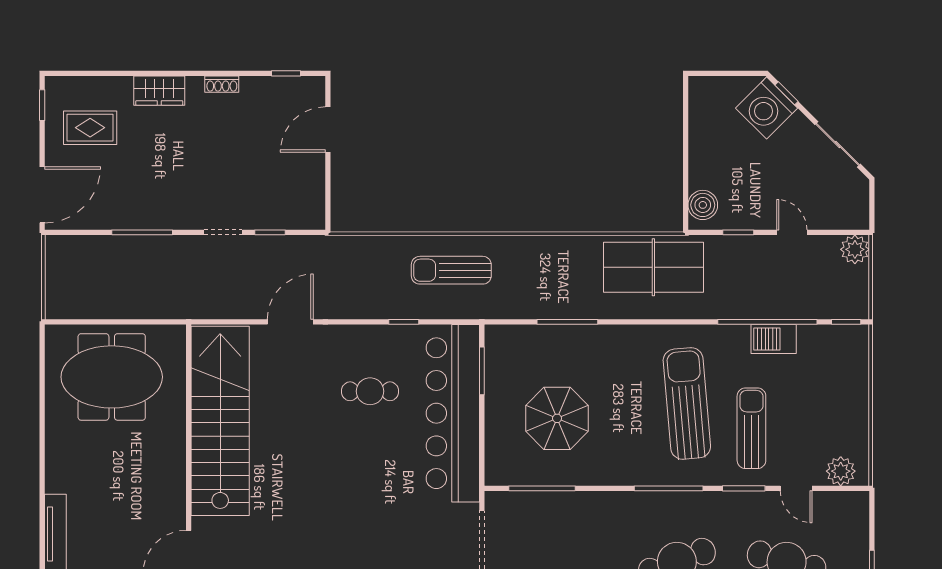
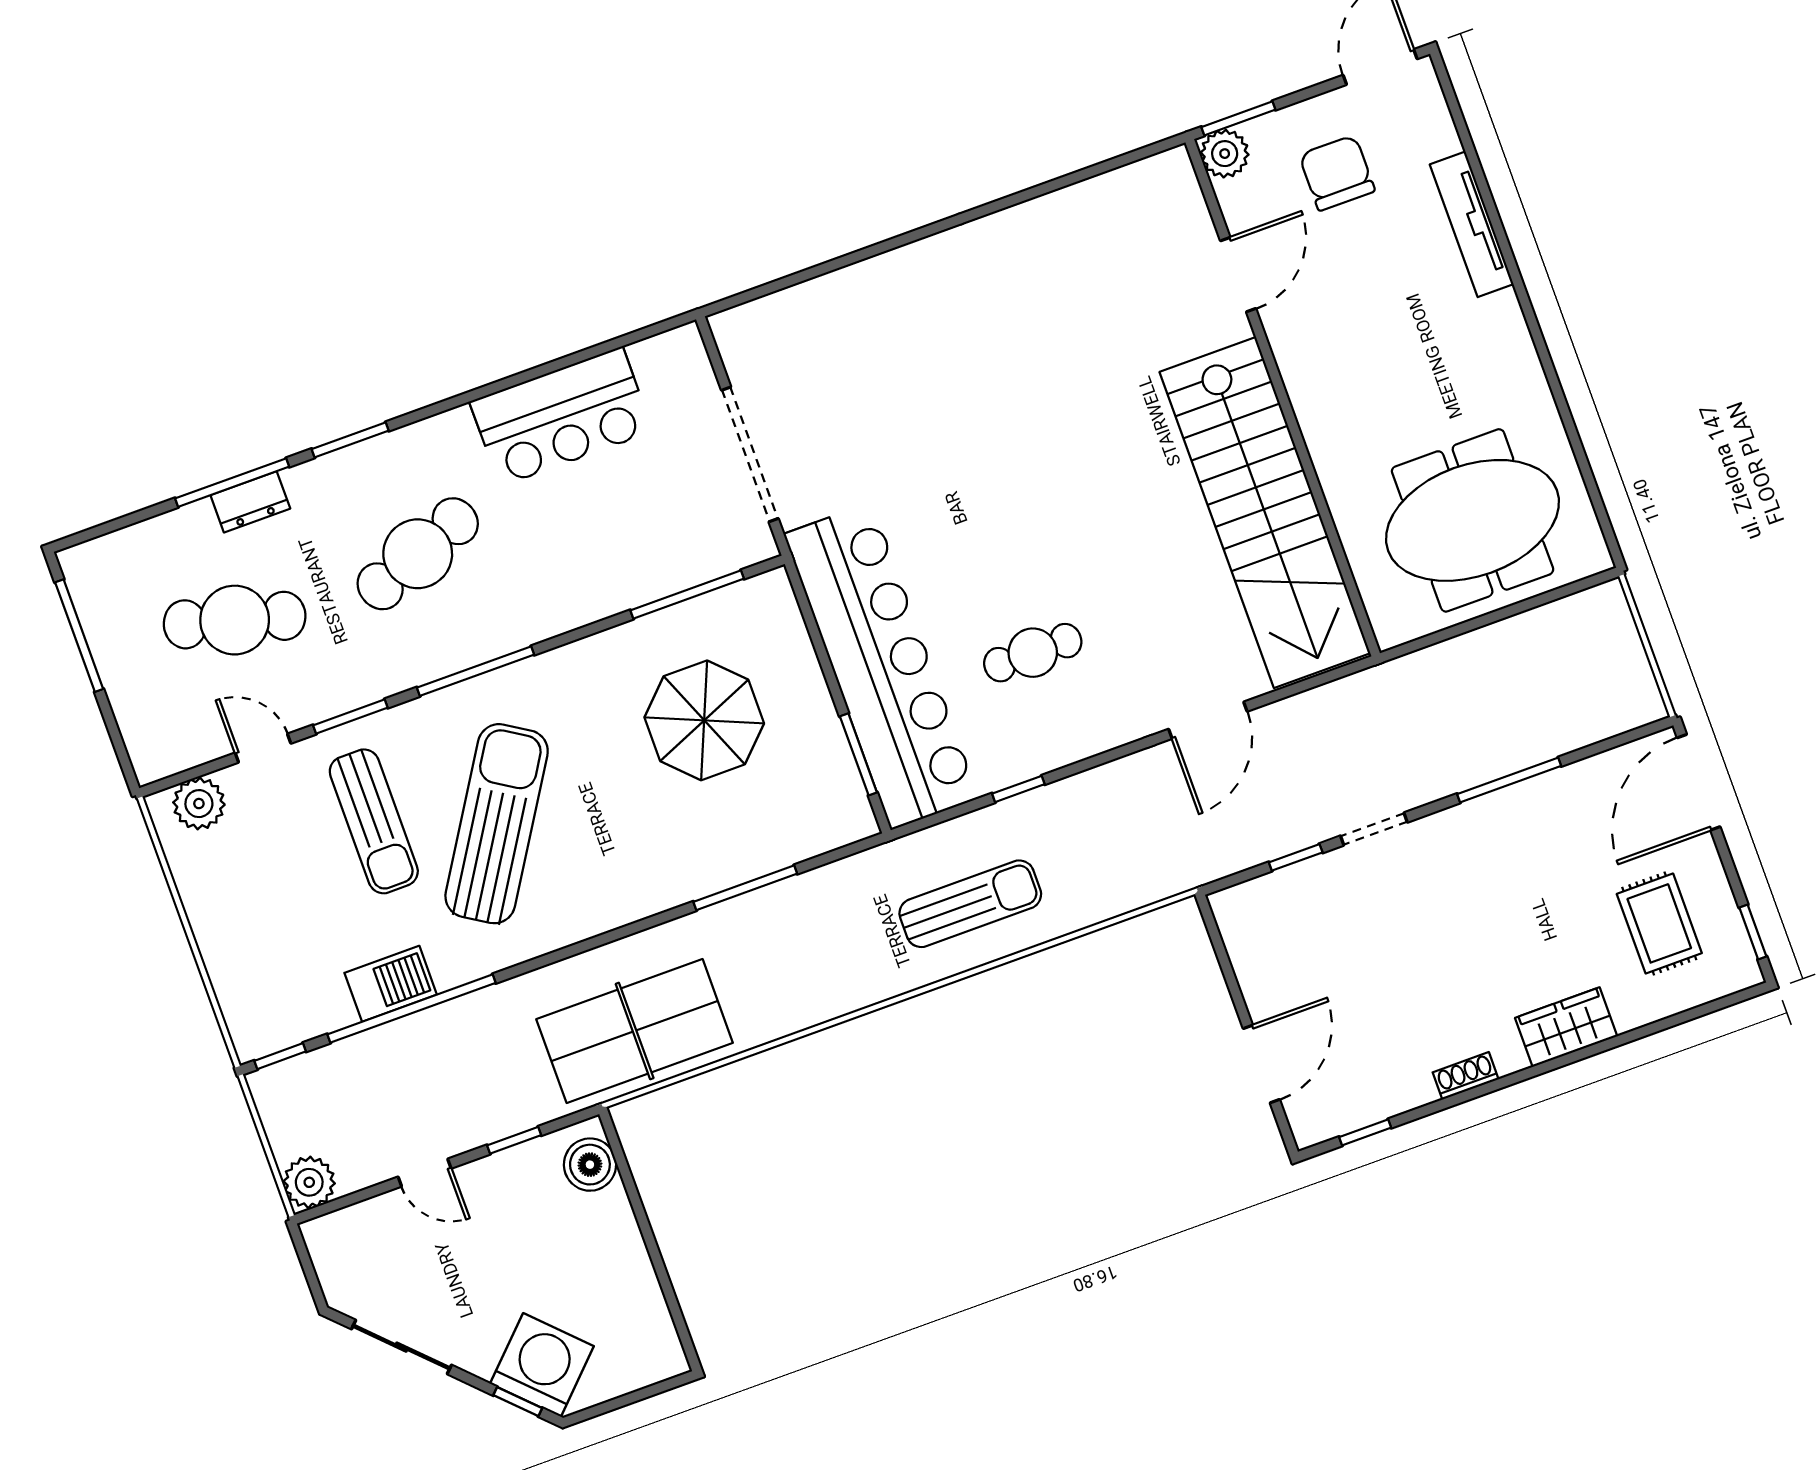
rug: (90, 128) -> (1659, 923), turned 90
sun lounger: (687, 403) -> (497, 824), turned -143

